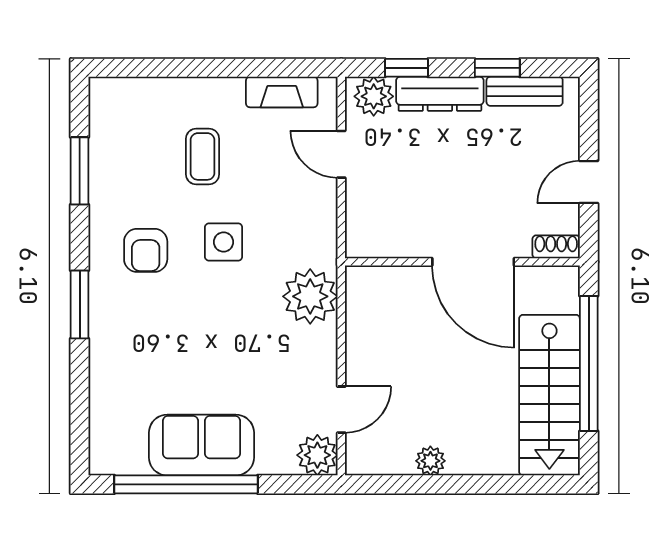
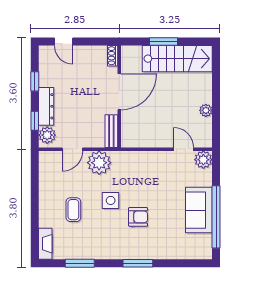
bench: (525, 91) -> (111, 131), moved
fireplace: (282, 92) -> (45, 244), moved
coffee table: (203, 156) -> (73, 210), turned 90
door: (589, 182) -> (64, 42), moved
armchair: (146, 250) -> (138, 217), moved
plant: (310, 296) -> (99, 163), moved
window: (589, 363) -> (163, 42), width x0.47

